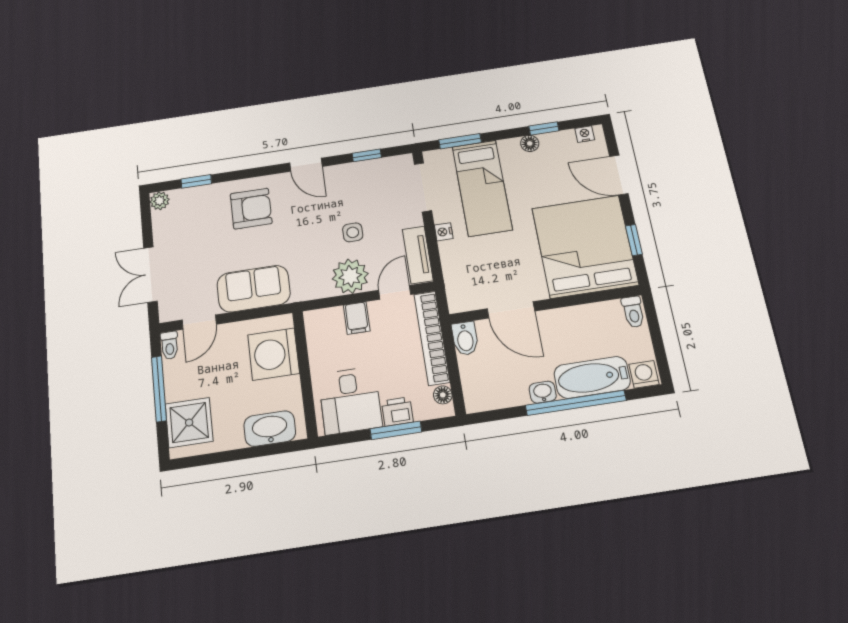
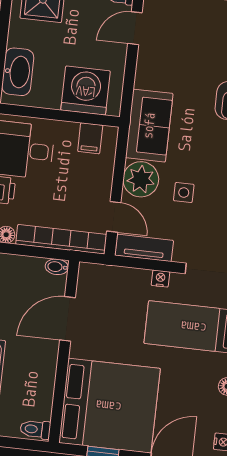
sofa: (254, 289) -> (149, 126), moved
filing cabinet: (357, 318) -> (90, 138), moved, turned -90
door: (199, 322) -> (135, 28), hinge flipped
bidet: (465, 339) -> (57, 267), width x0.72, depth x0.74

